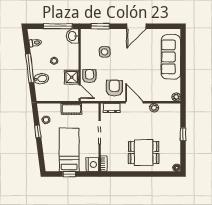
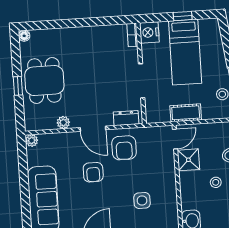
armchair: (89, 76) -> (93, 172), moved
door: (80, 92) -> (175, 139), swing flipped
dining table: (144, 153) -> (44, 80), moved, turned 90

